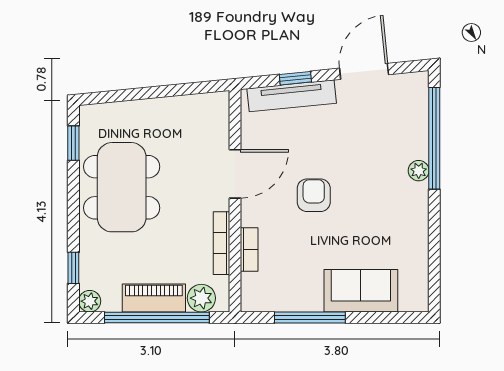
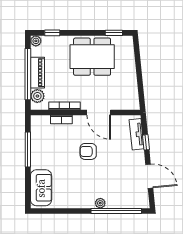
tv unit: (292, 96) -> (137, 134), width x0.71
armchair: (314, 195) -> (88, 151), turned 180
sofa: (361, 291) -> (41, 188), moved

